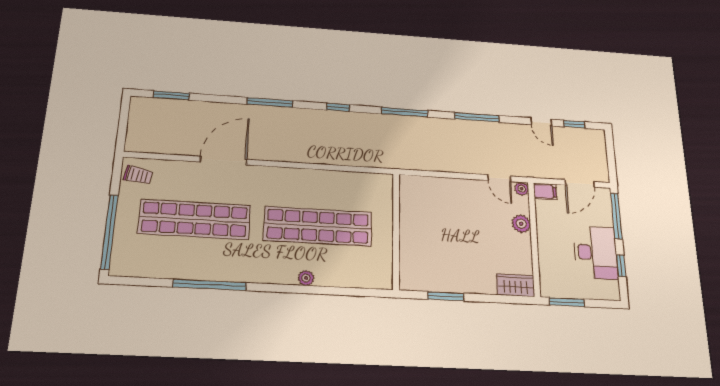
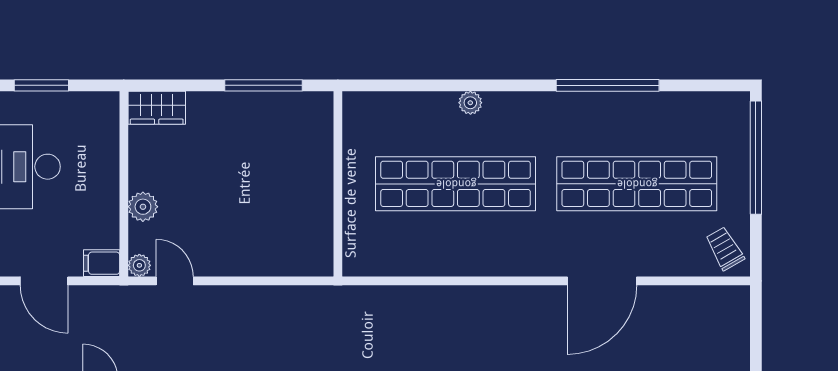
trolley: (138, 175) -> (725, 249), turned 50
door: (580, 183) -> (44, 281), swing flipped
window: (446, 296) -> (263, 85), width x1.44
window: (567, 302) -> (41, 85), moved

